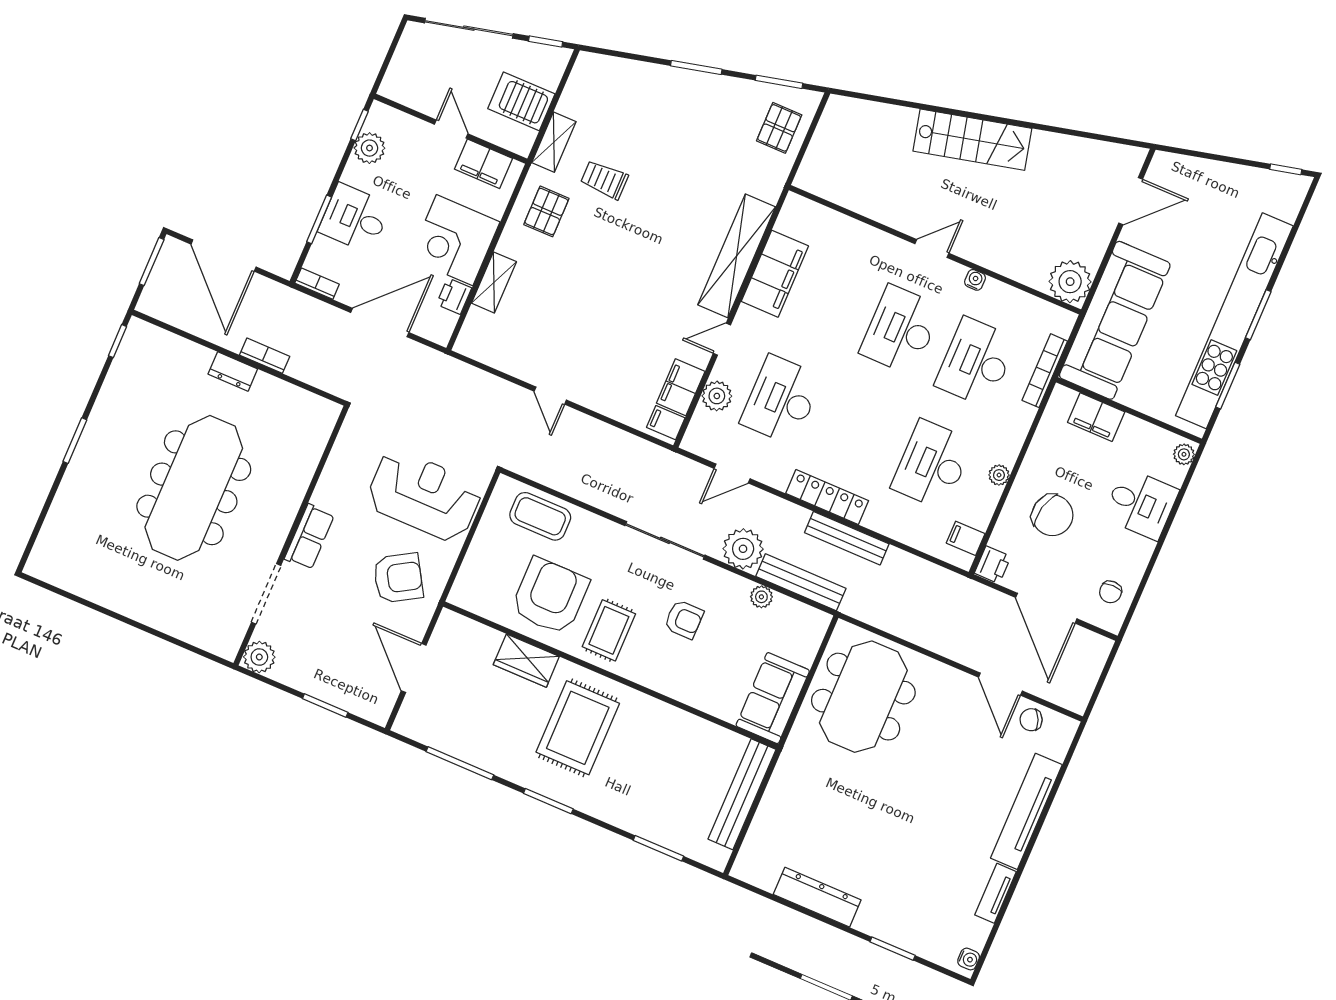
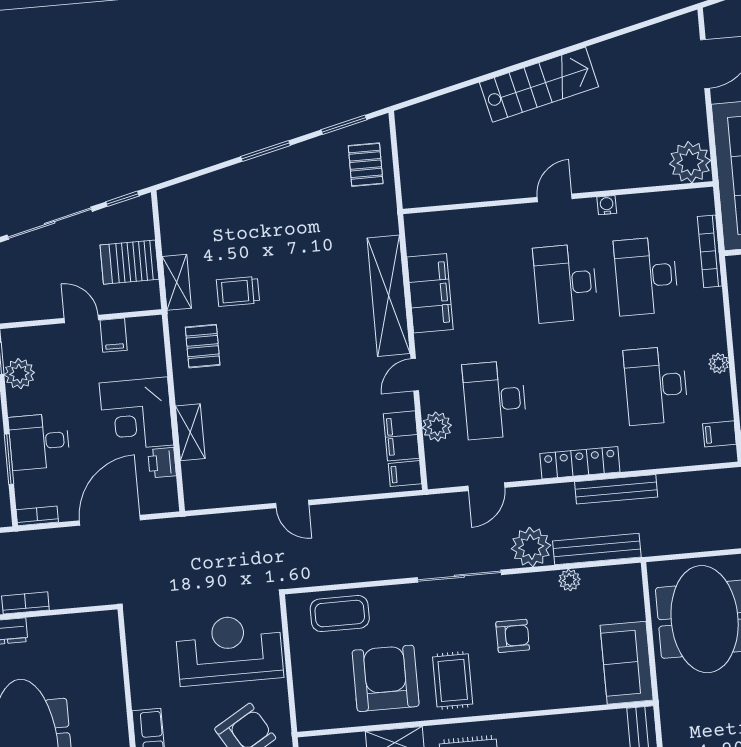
filing cabinet: (483, 164) -> (114, 335), width x0.50

